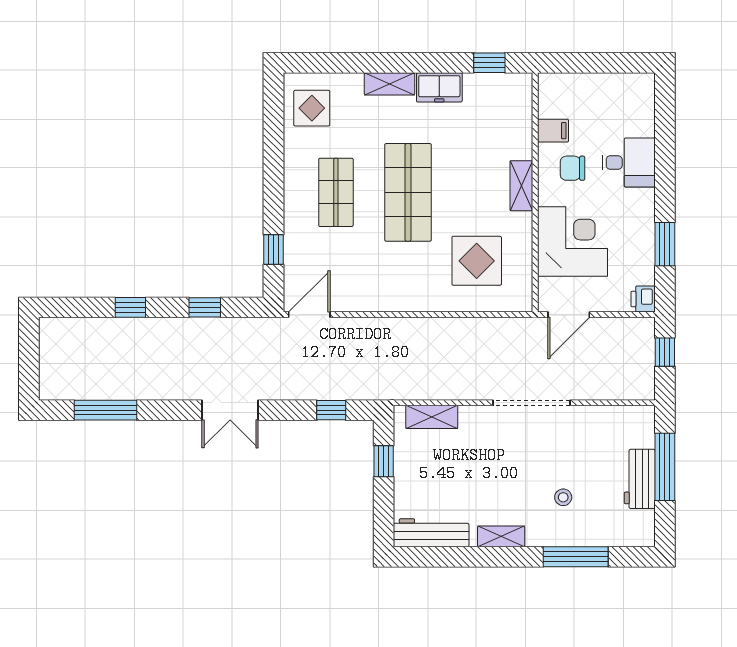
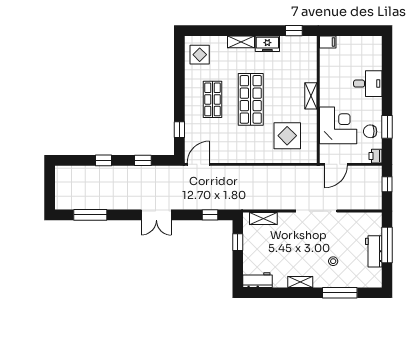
filing cabinet: (553, 131) -> (328, 42), moved
chair: (572, 168) -> (370, 131), moved
workbench: (431, 533) -> (258, 280), width x0.73

